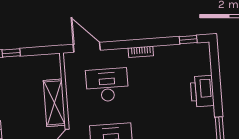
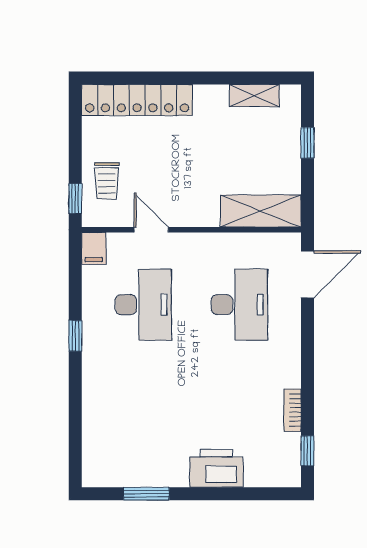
bookcase: (141, 52) -> (292, 410), moved
shelving: (54, 103) -> (261, 211), moved

